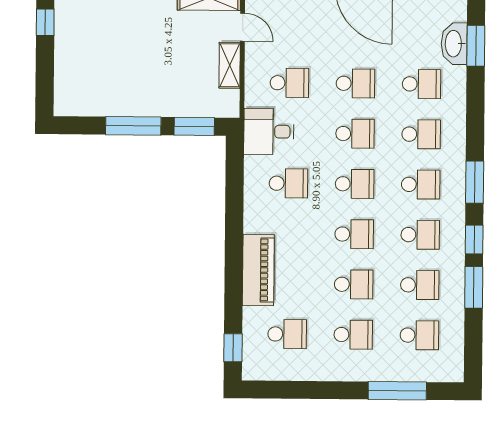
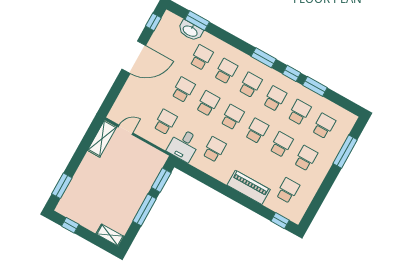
shelving: (230, 65) -> (110, 235), moved

